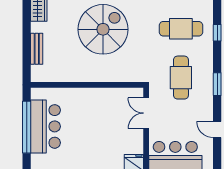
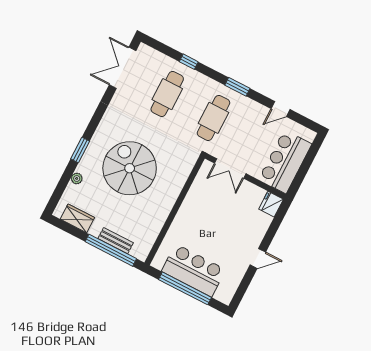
window: (27, 49) -> (111, 250), added
cafe table: (181, 78) -> (214, 118), turned 90

